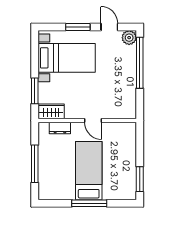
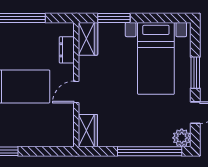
wardrobe: (124, 111) -> (88, 131), added

